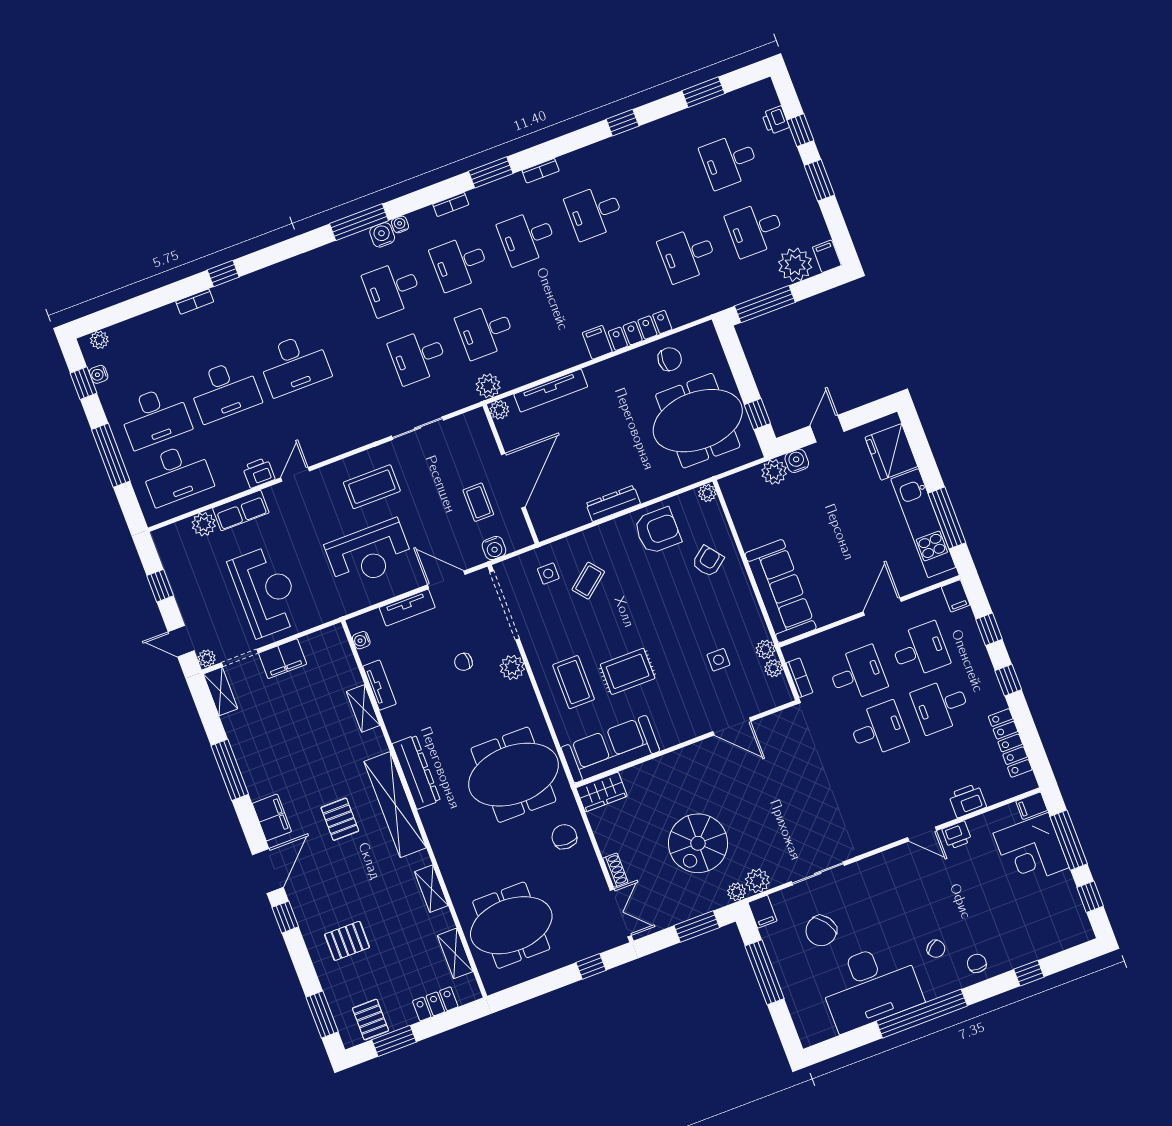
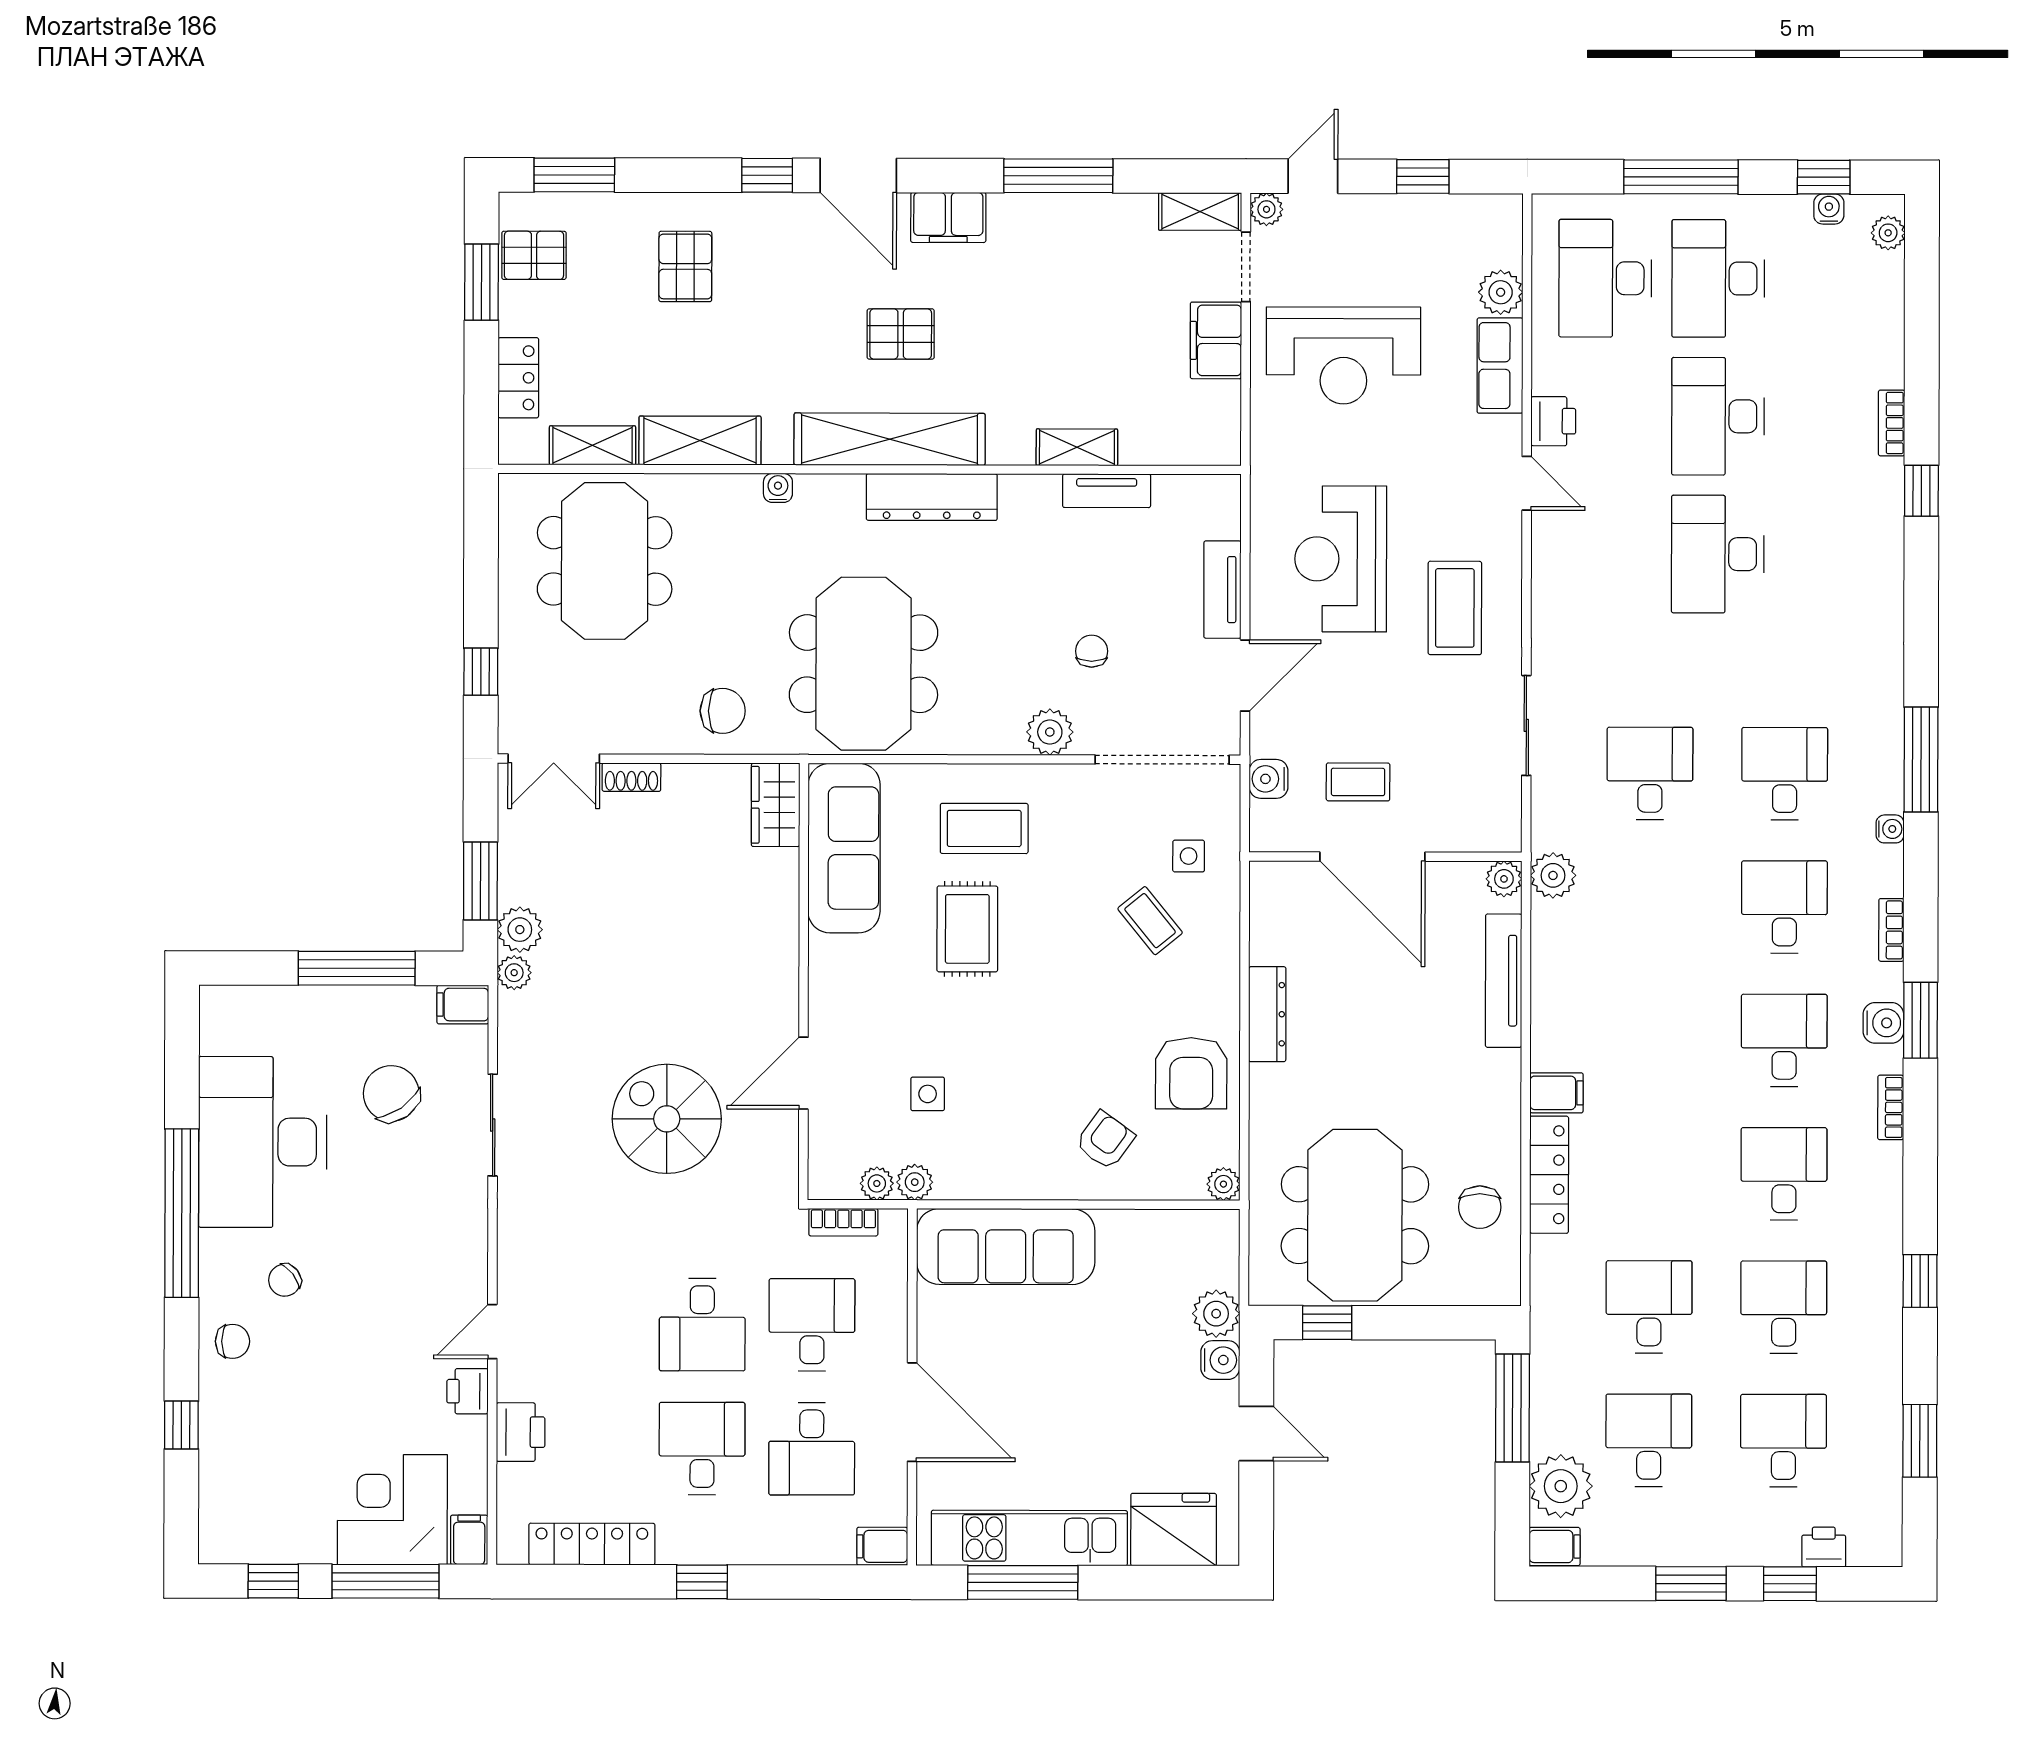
water cooler: (382, 235) -> (1883, 1023), moved
desk: (485, 331) -> (1784, 1307), moved
armchair: (708, 561) -> (1105, 1140), turned -106
door: (882, 607) -> (912, 1412), width x1.36
window: (989, 629) -> (802, 1582), removed
water cooler: (361, 640) -> (778, 488), moved
desk: (857, 674) -> (812, 1325), turned 180
spiral stairs: (698, 843) -> (667, 1119), moved
plant: (757, 881) -> (520, 930), moved
shelving: (431, 889) -> (700, 441), width x1.50, depth x1.33

